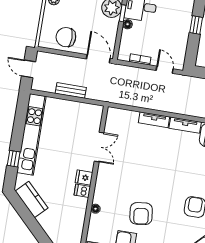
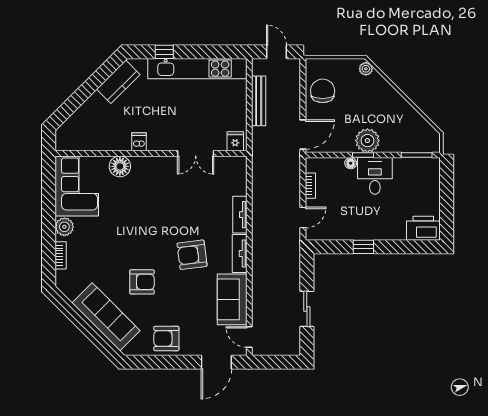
door: (29, 69) -> (277, 52), hinge flipped
bench: (71, 90) -> (259, 101), width x1.36
fridge: (84, 177) -> (235, 141), moved
floor lamp: (95, 209) -> (120, 166), width x1.89, depth x1.89
armchair: (141, 214) -> (192, 255), moved

